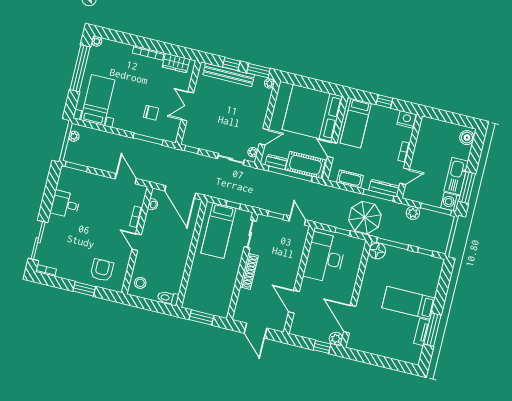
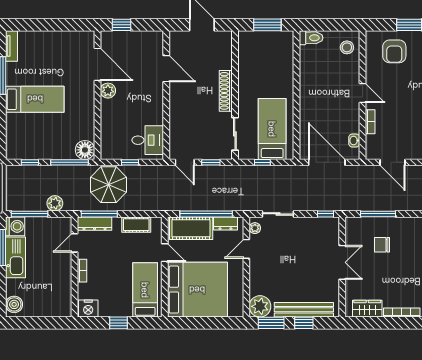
plant: (269, 83) -> (260, 306), width x1.87, depth x1.87
desk: (325, 258) -> (148, 140), width x0.53, depth x0.77
tv unit: (422, 332) -> (12, 46), moved
plant: (336, 339) -> (108, 91), moved

